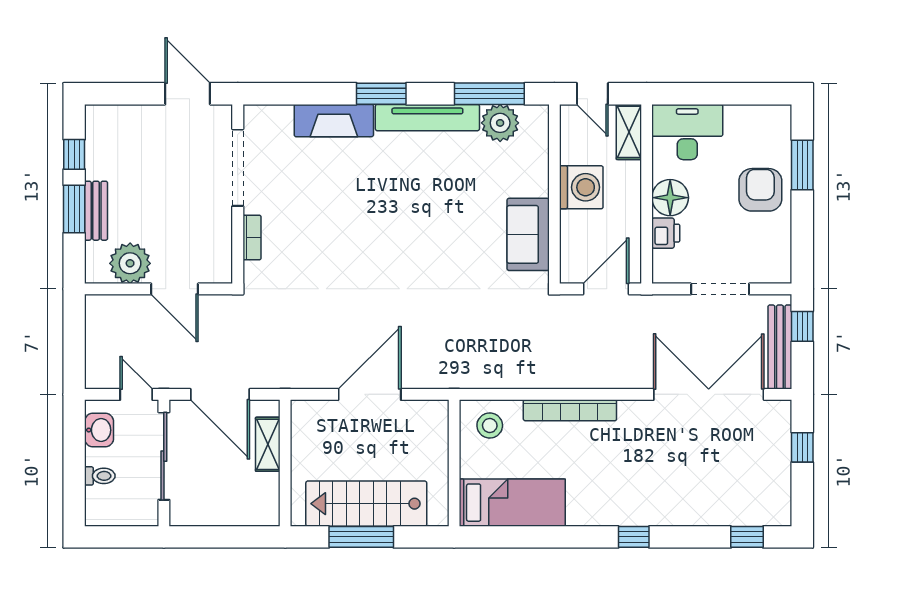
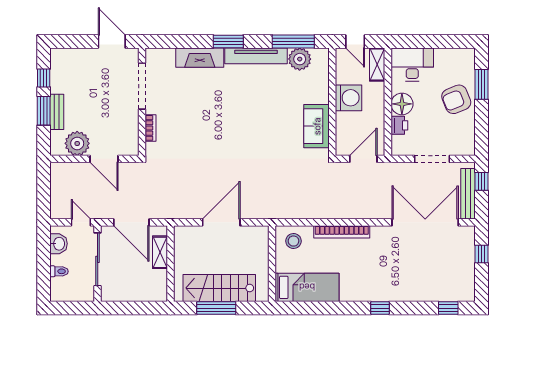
armchair: (760, 190) -> (456, 99), turned -112

